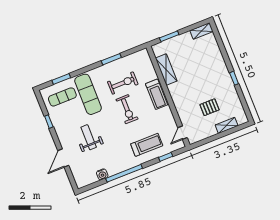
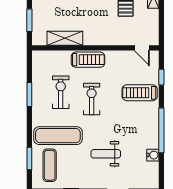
exercise bike: (127, 109) -> (92, 99), turned -90
treadmill: (147, 145) -> (140, 93), turned -90

